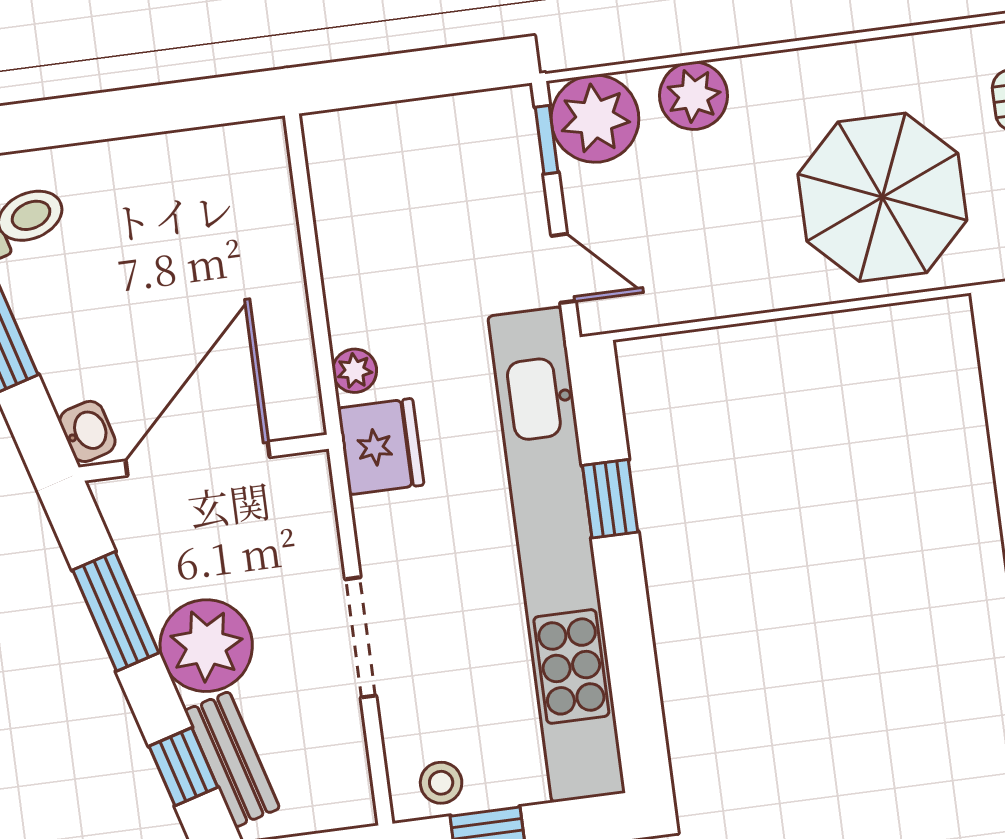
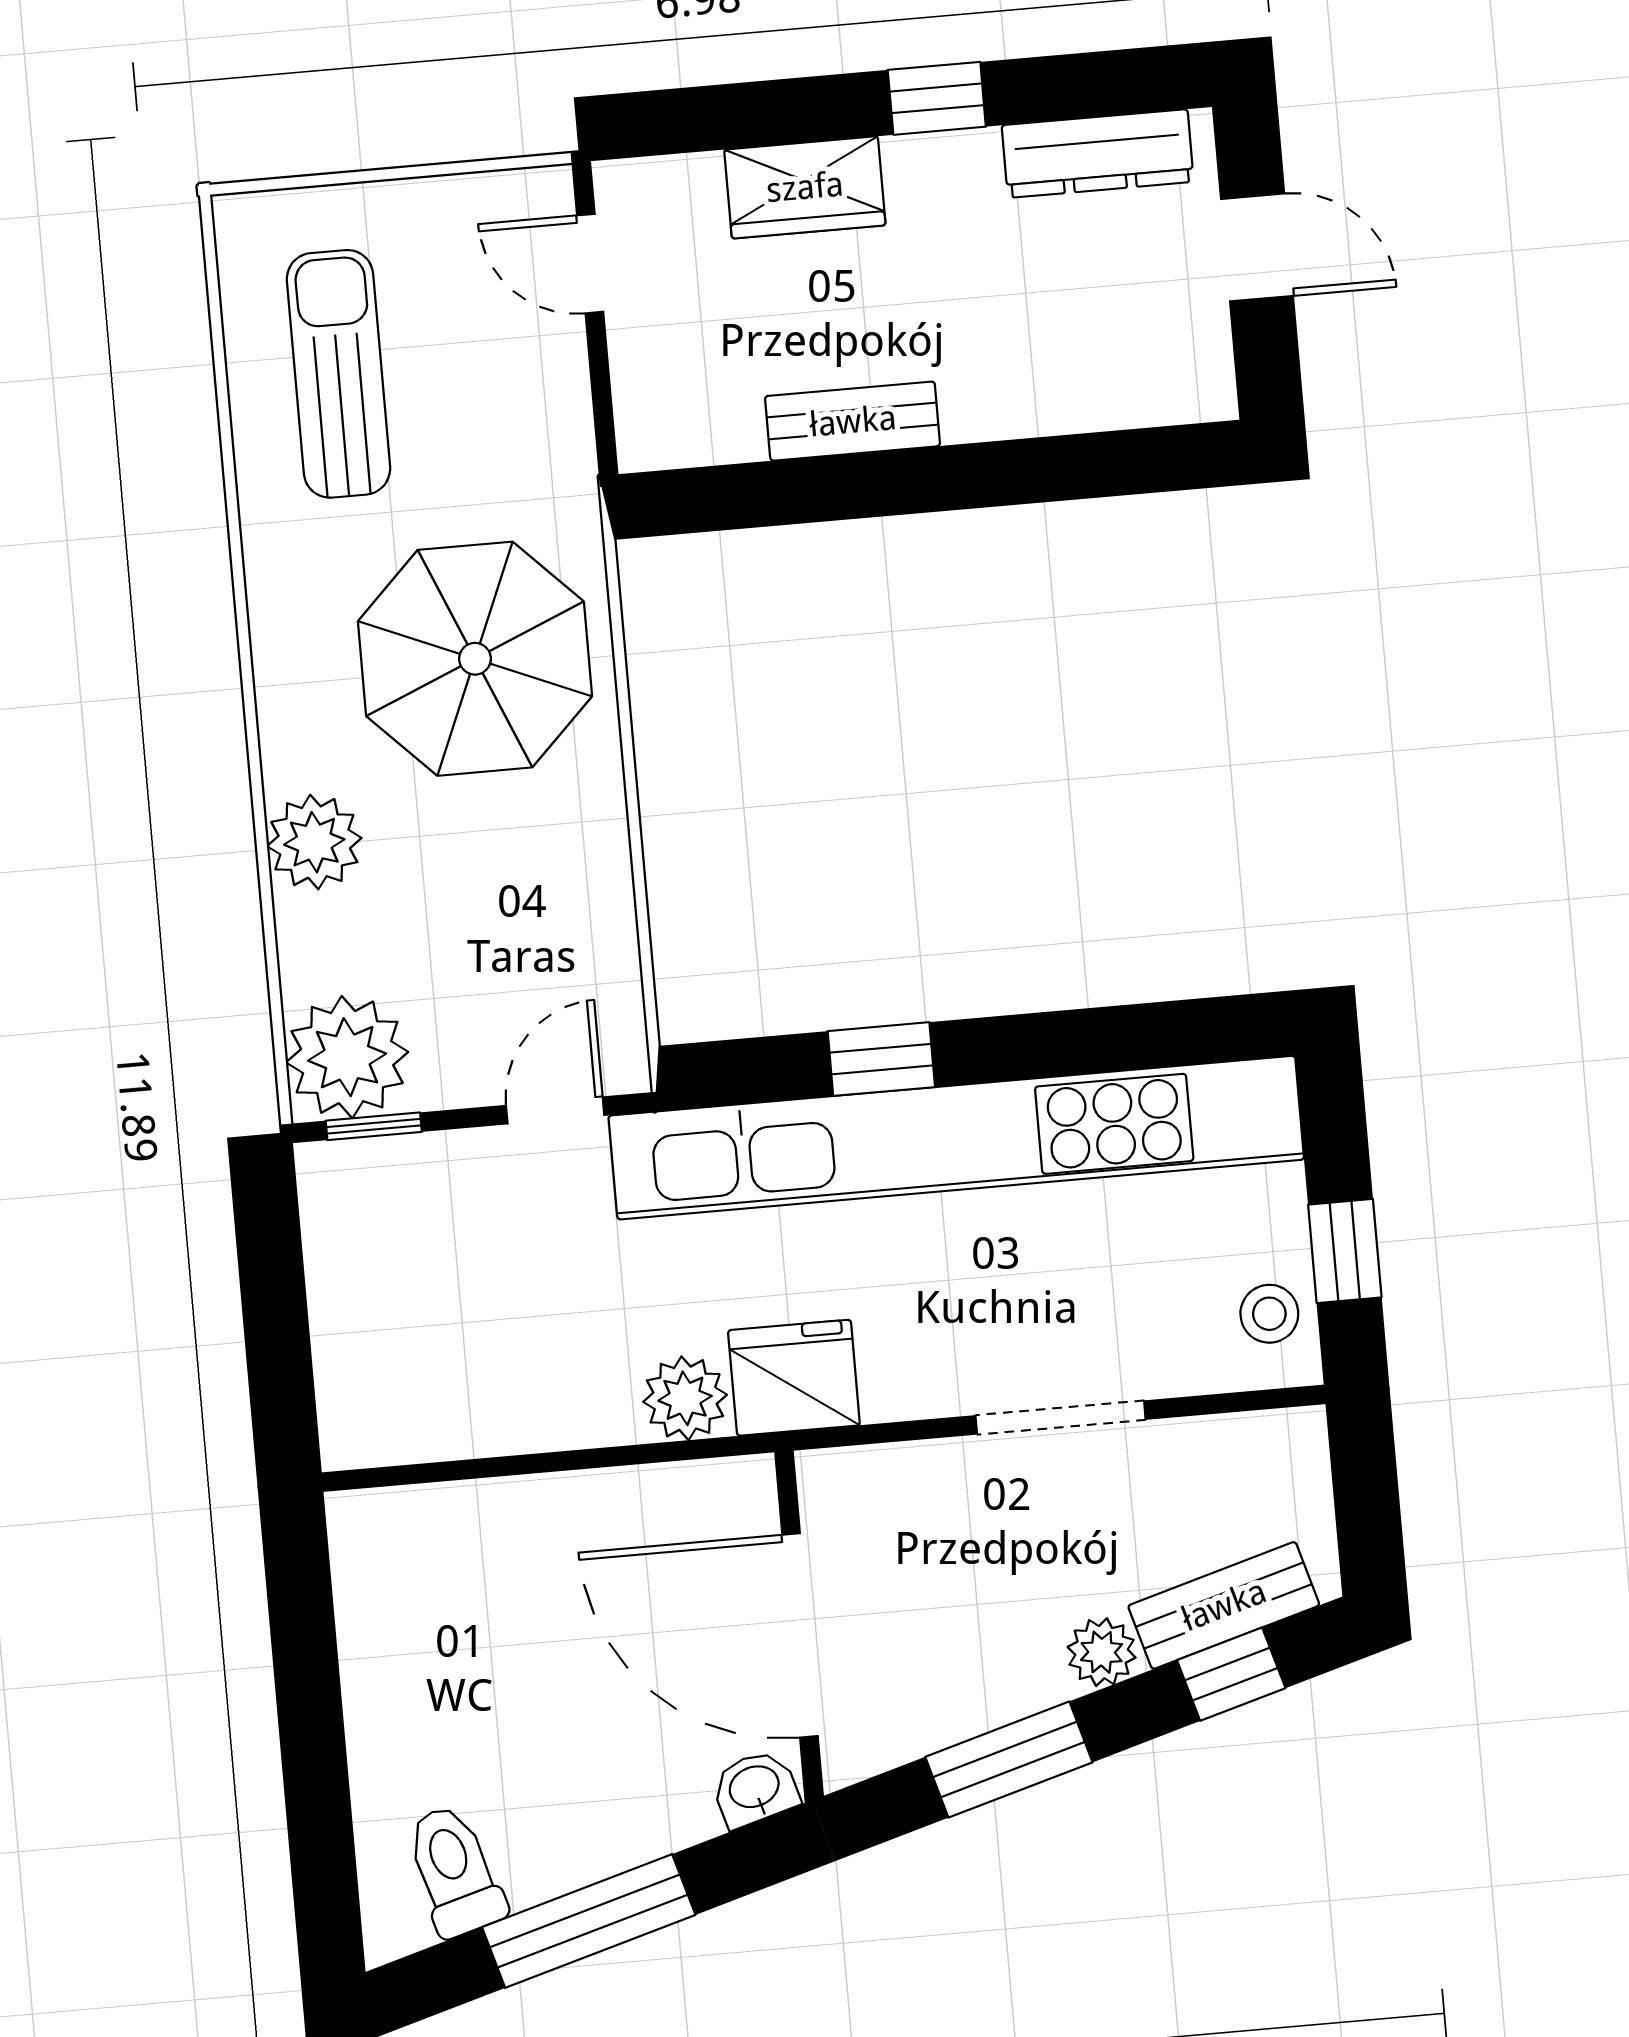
plant: (694, 96) -> (314, 842), moved
plant: (355, 371) -> (685, 1398), width x1.38, depth x1.38
plant: (206, 646) -> (1102, 1652), width x0.53, depth x0.53

